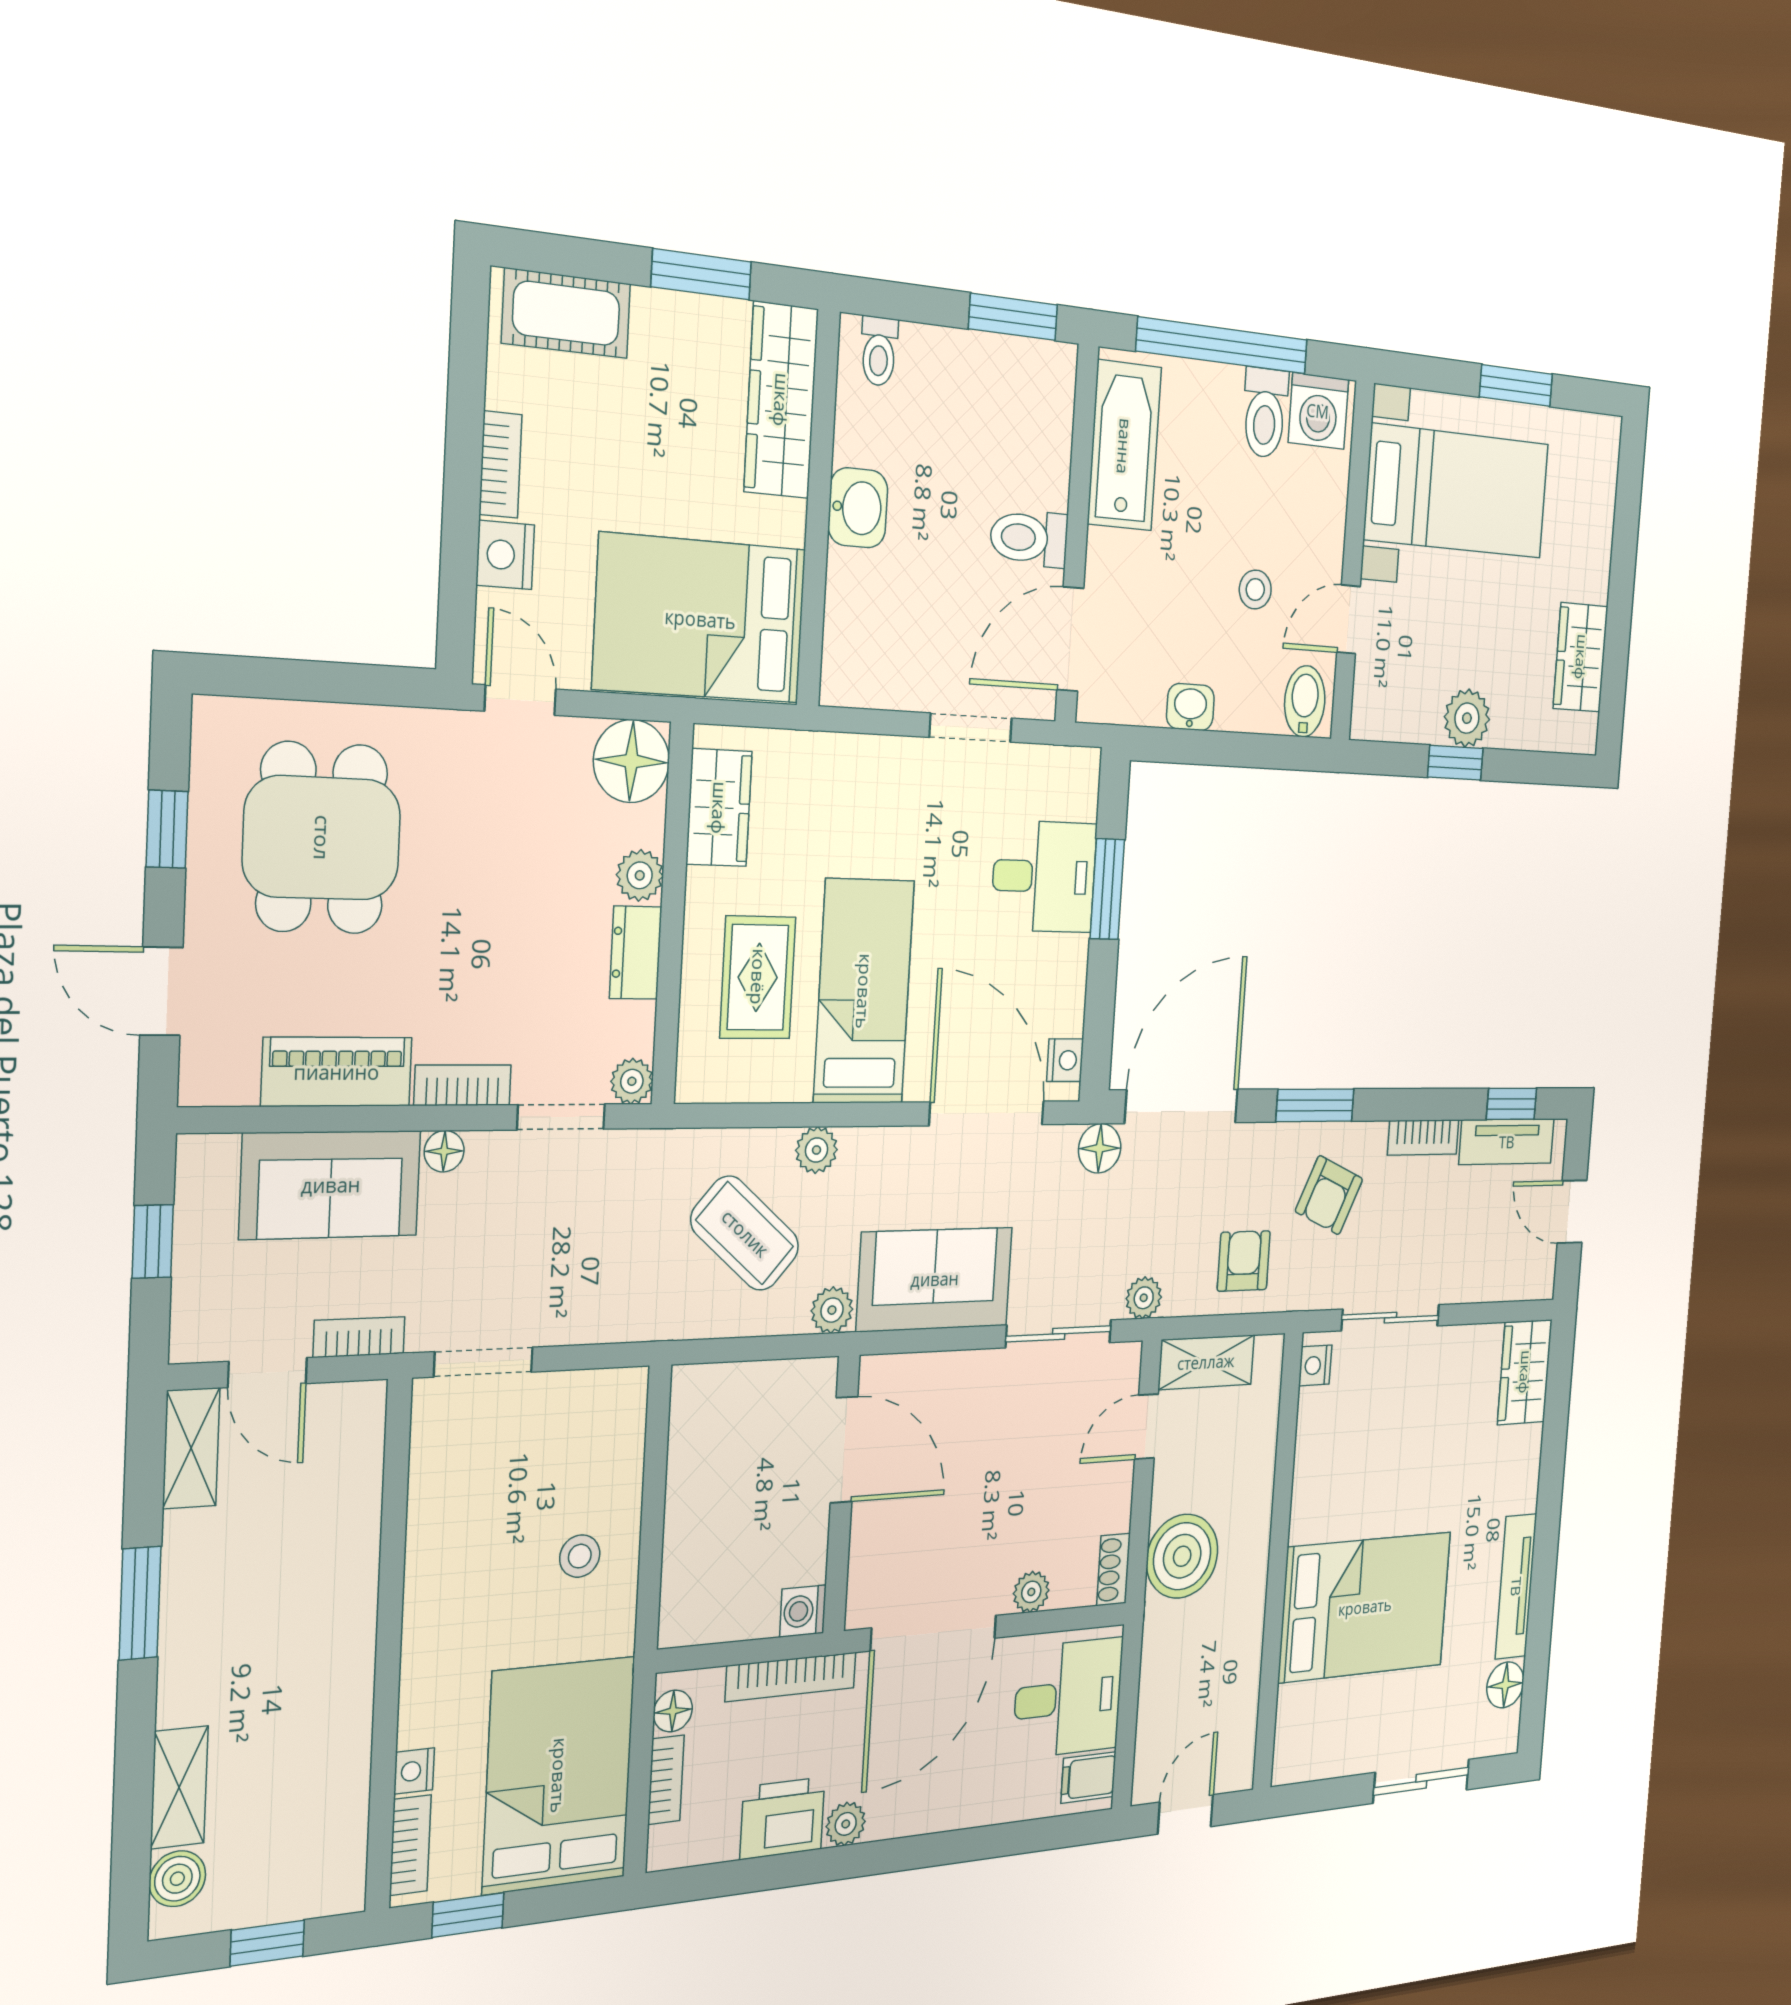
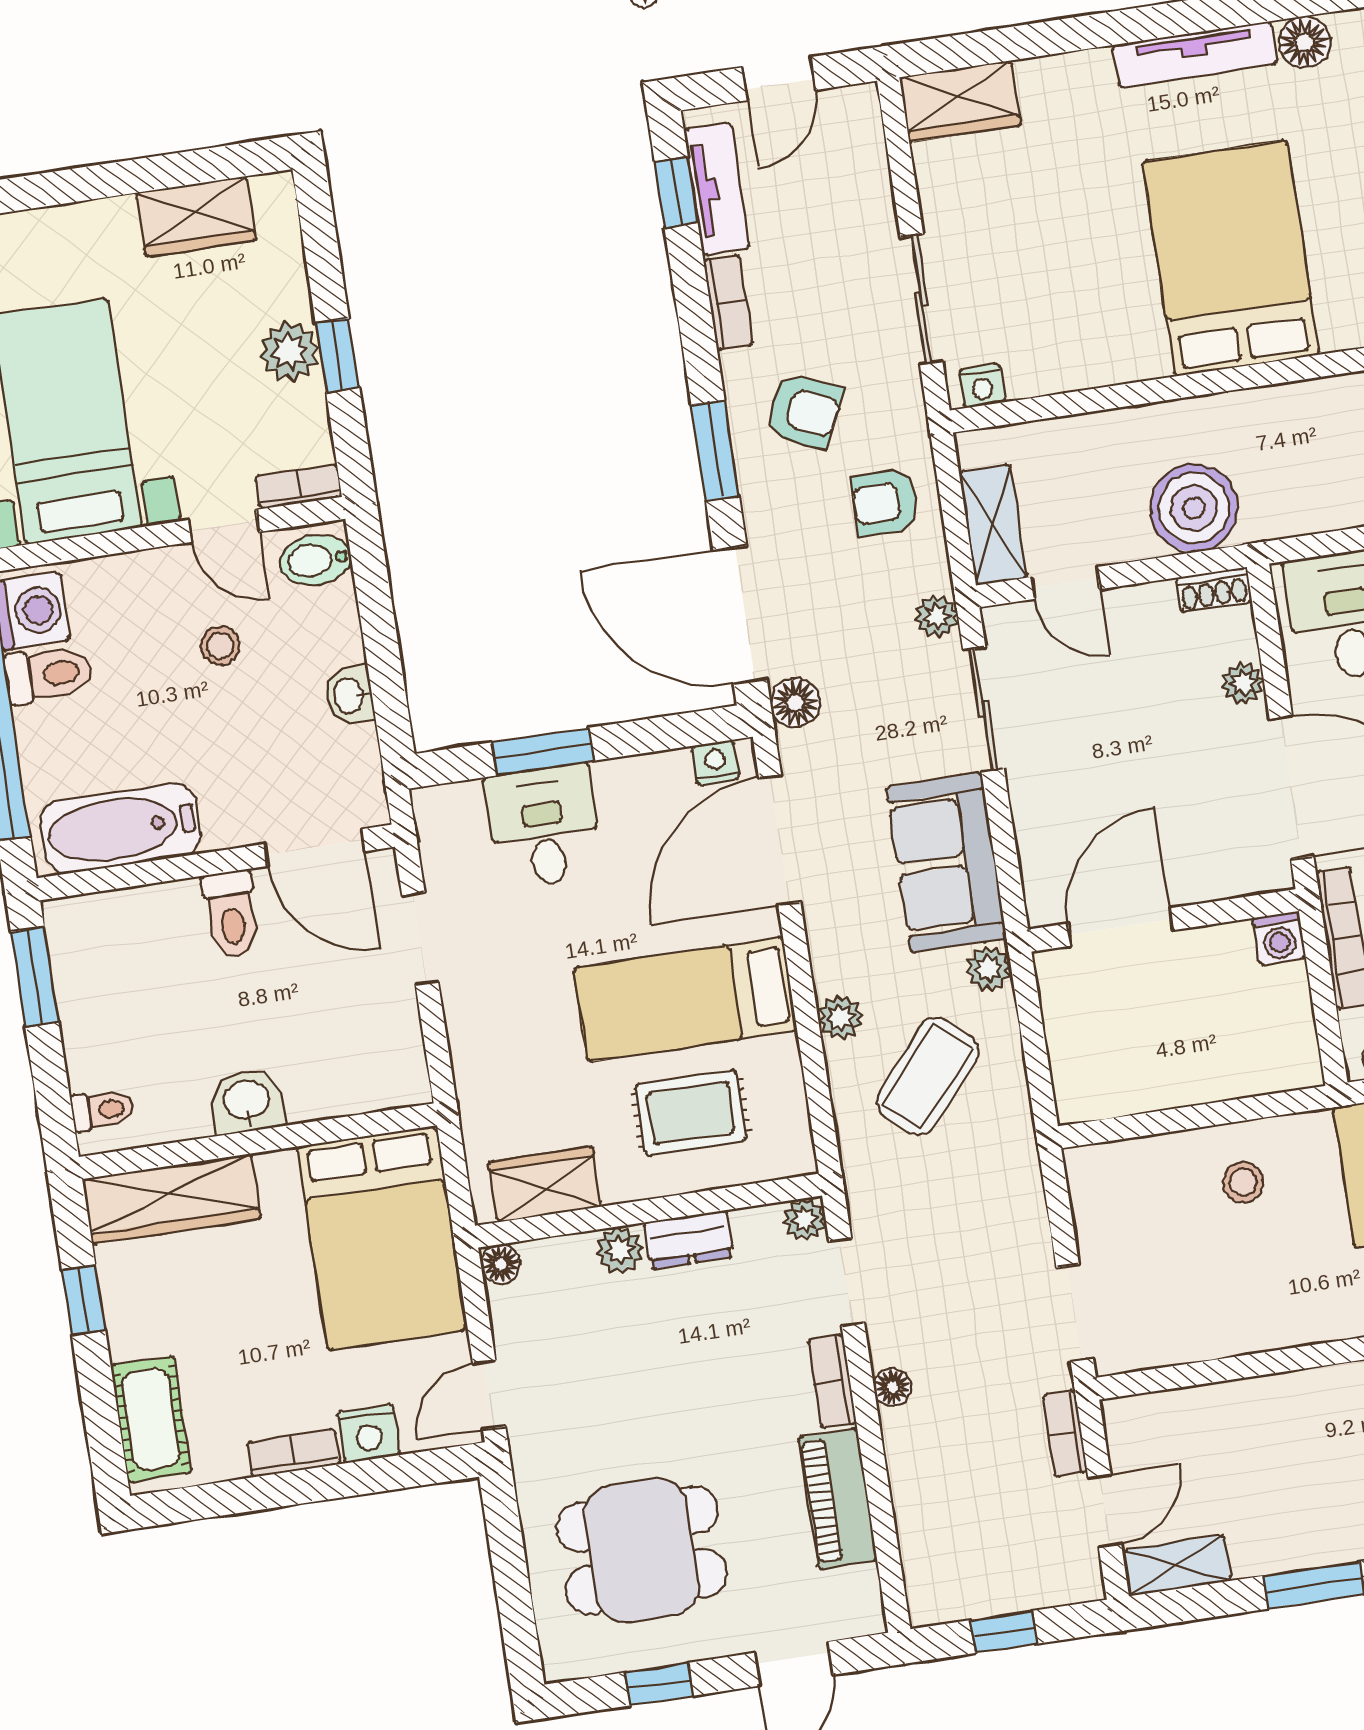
window: (701, 274) -> (83, 1300), width x0.67
bookcase: (1365, 700) -> (299, 487), added
floor lamp: (631, 761) -> (501, 1264), width x0.53, depth x0.53
sofa: (331, 1185) -> (936, 1485), removed

